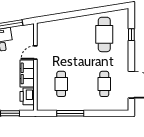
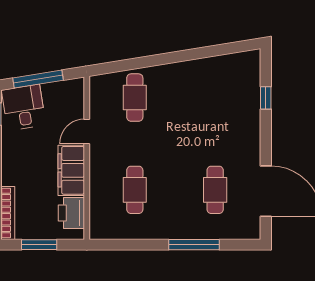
cafe table: (104, 34) -> (135, 98), moved, width x0.73, depth x0.74
window: (70, 113) -> (194, 245), moved

